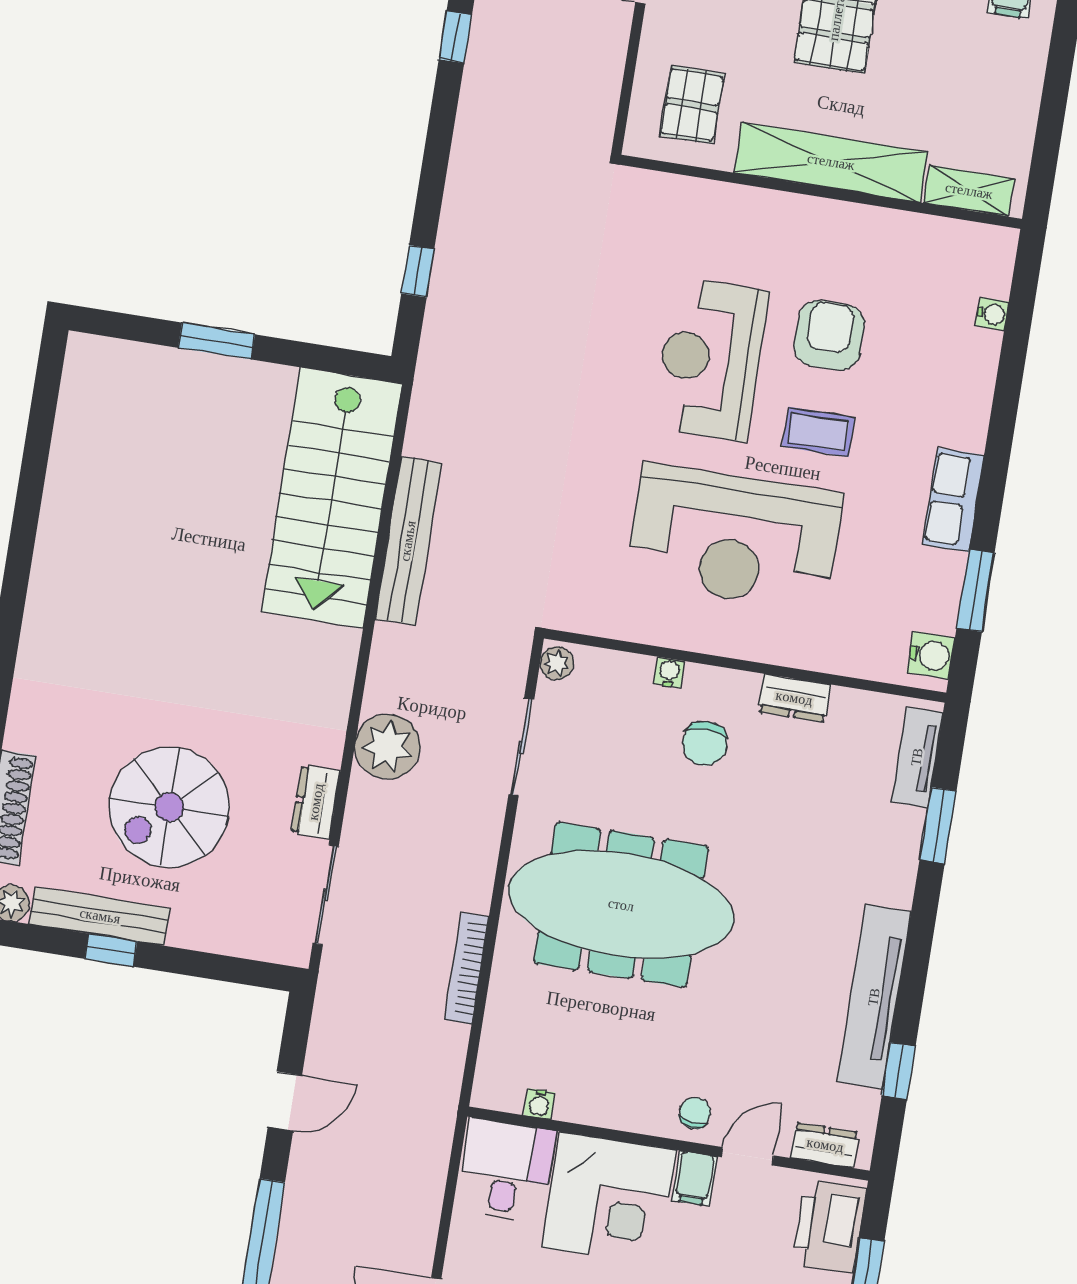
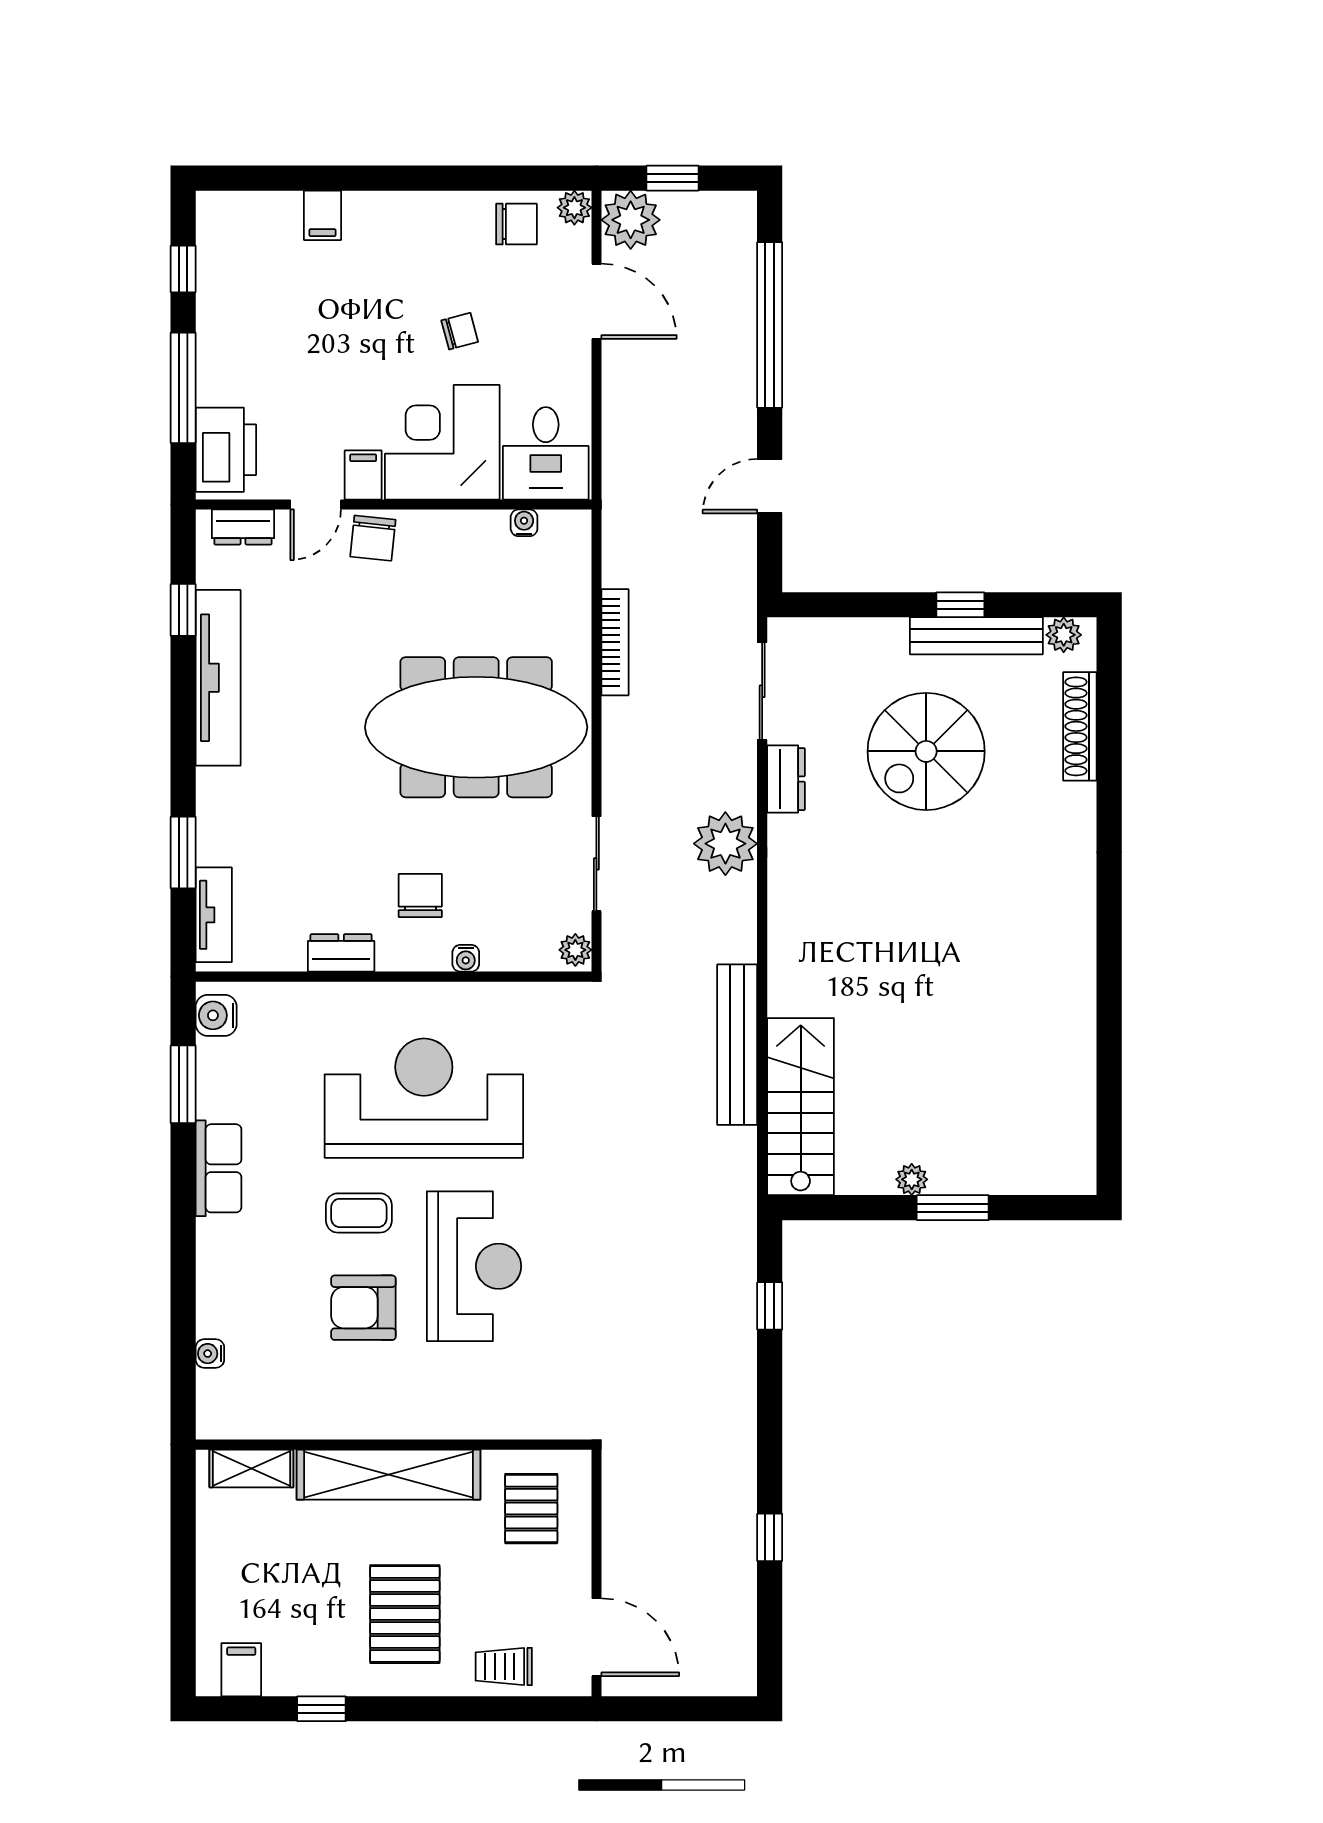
armchair: (829, 335) -> (363, 1308), turned 90
plant: (253, 376) -> (912, 1179), added
stairs: (332, 498) -> (801, 1107), width x0.73, depth x0.66
spiral stairs: (169, 807) -> (926, 751), turned 180
chair: (695, 1113) -> (373, 538), width x1.37, depth x1.37

